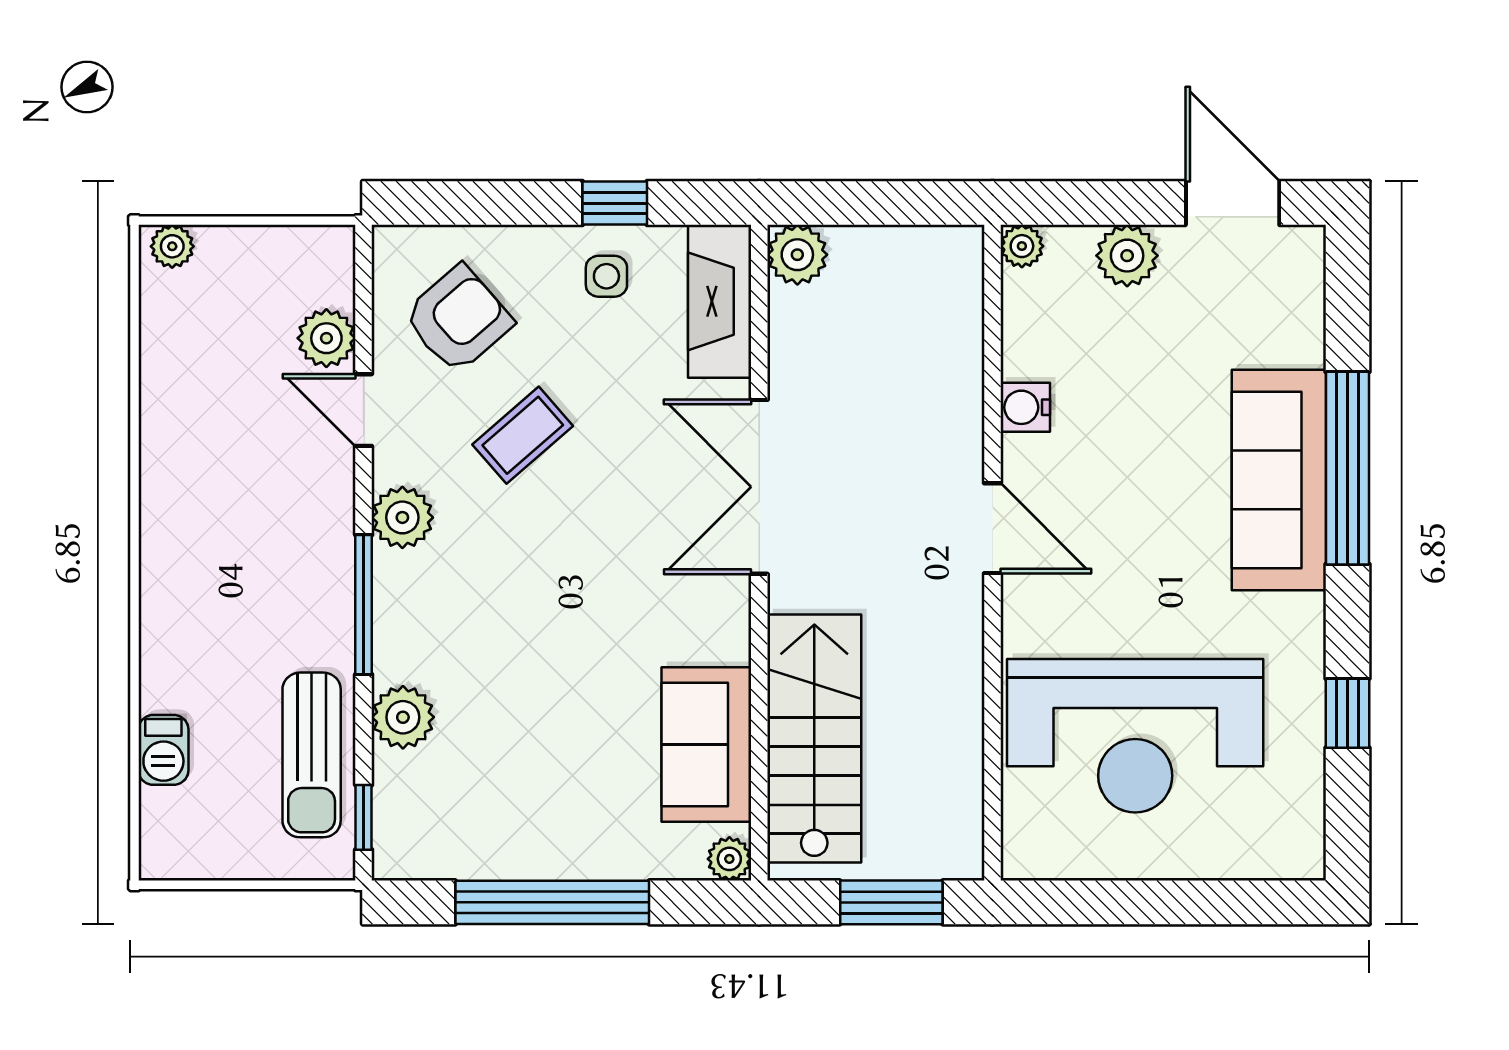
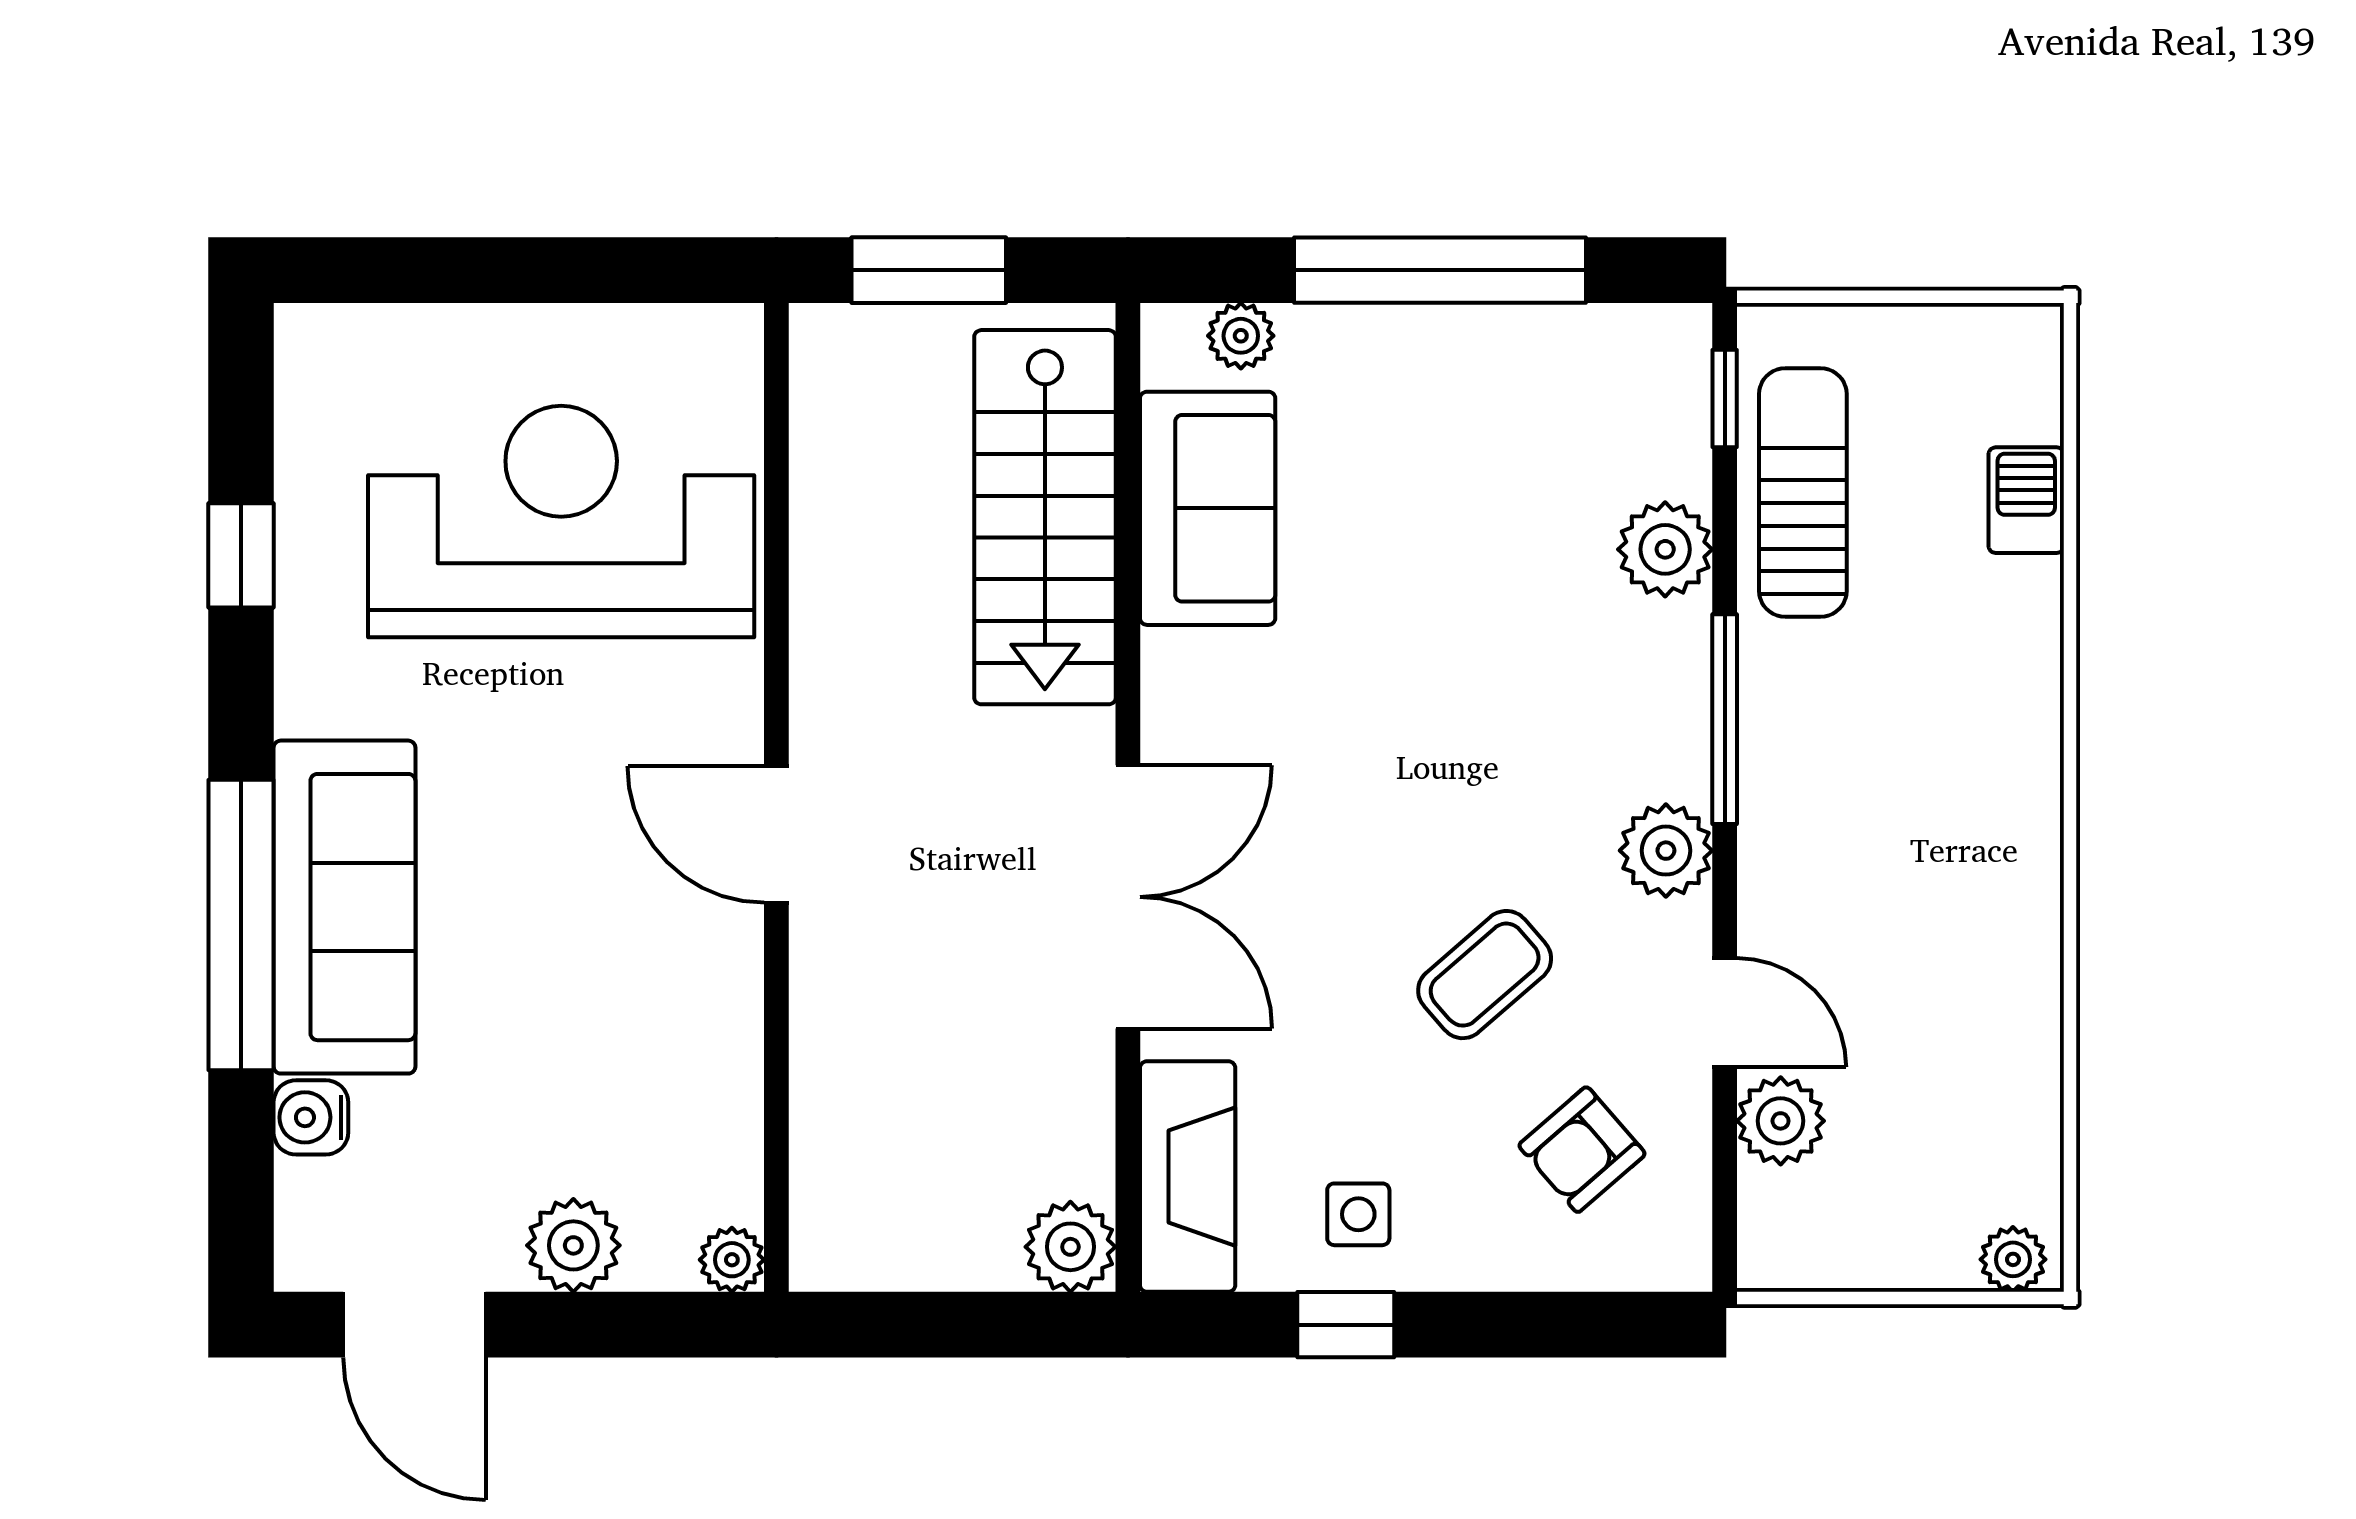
armchair: (458, 319) -> (1582, 1150), width x0.72, depth x0.72
water cooler: (1025, 407) -> (311, 1117), moved, turned 180
plant: (729, 859) -> (1241, 336), moved

